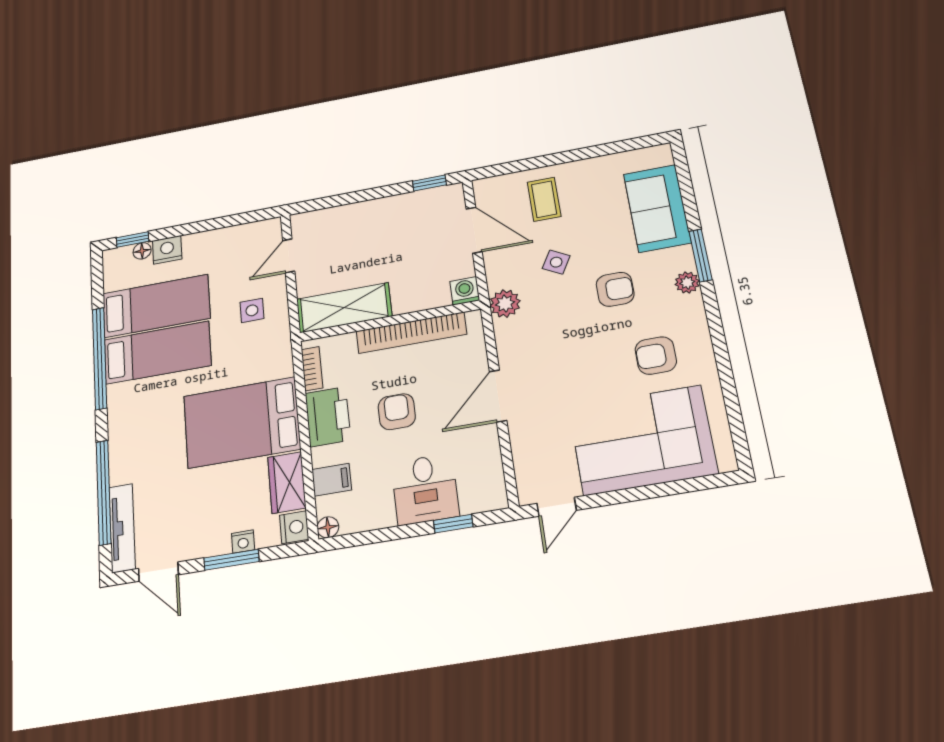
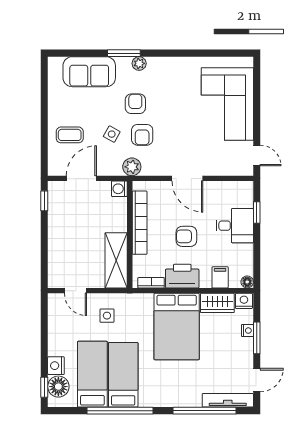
floor lamp: (142, 251) -> (58, 387), width x1.89, depth x1.89
armchair: (656, 356) -> (142, 135), moved

